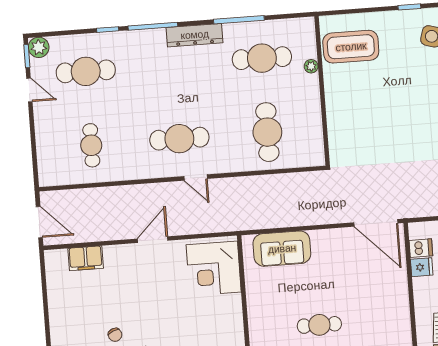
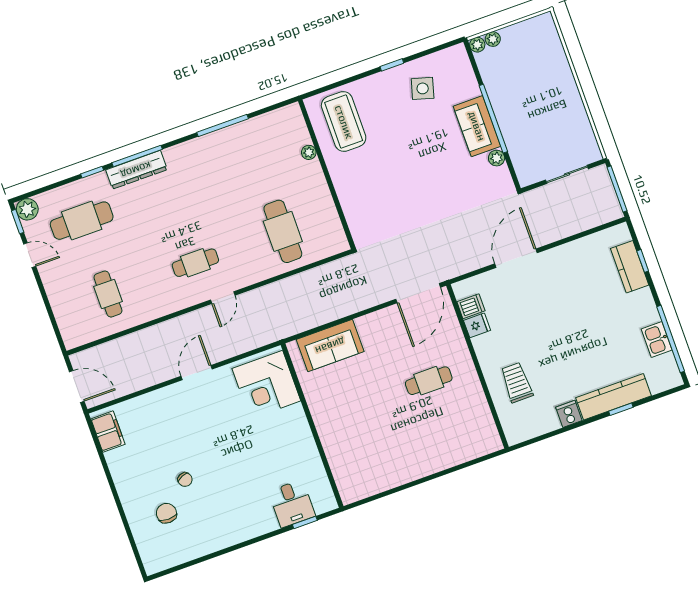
dresser: (195, 35) -> (136, 170), moved
coffee table: (351, 47) -> (344, 122), turned 90
cafe table: (262, 58) -> (257, 158), removed
cafe table: (179, 139) -> (195, 263), width x0.73, depth x0.74
door: (196, 178) -> (223, 298), hinge flipped
door: (376, 223) -> (418, 293), hinge flipped
filing cabinet: (86, 258) -> (108, 432), moved, turned -90
cafe table: (319, 325) -> (429, 381), moved

